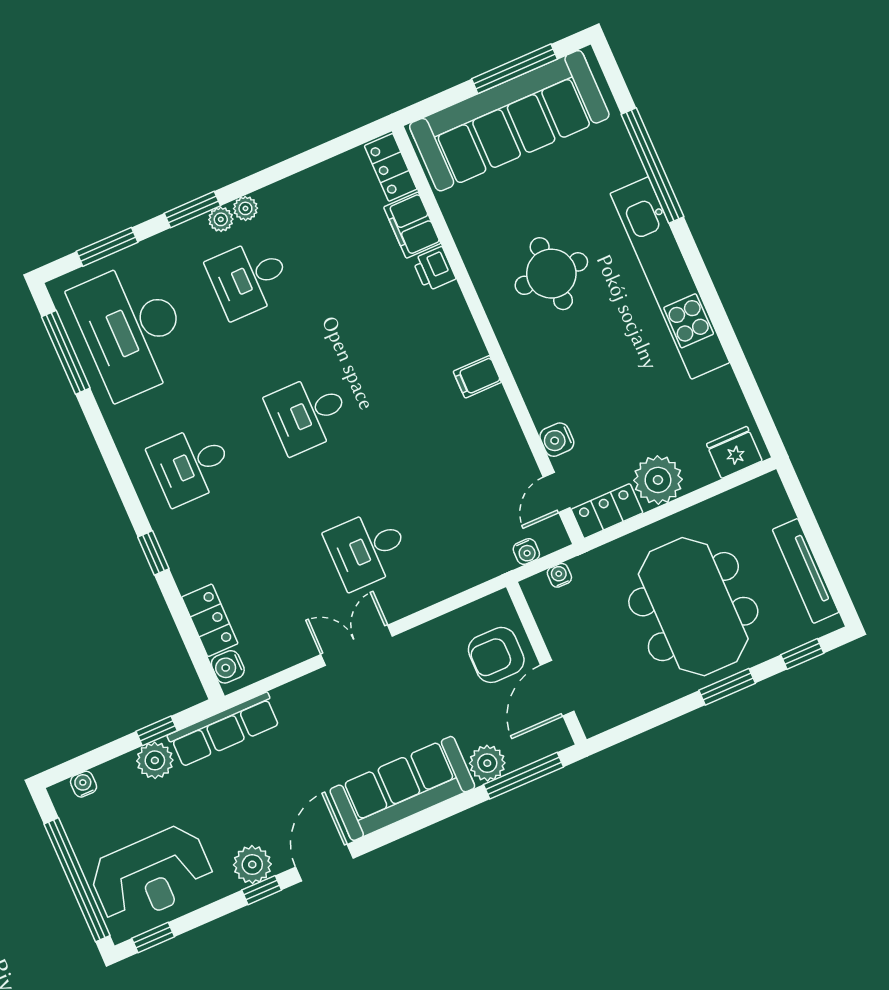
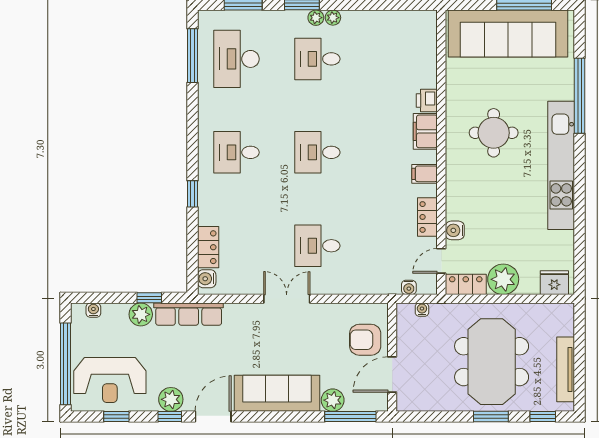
locker: (391, 167) -> (427, 217), moved
filing cabinet: (412, 225) -> (425, 131), moved
desk: (132, 329) -> (236, 59), width x0.73, depth x0.77
window: (153, 937) -> (116, 417), moved

